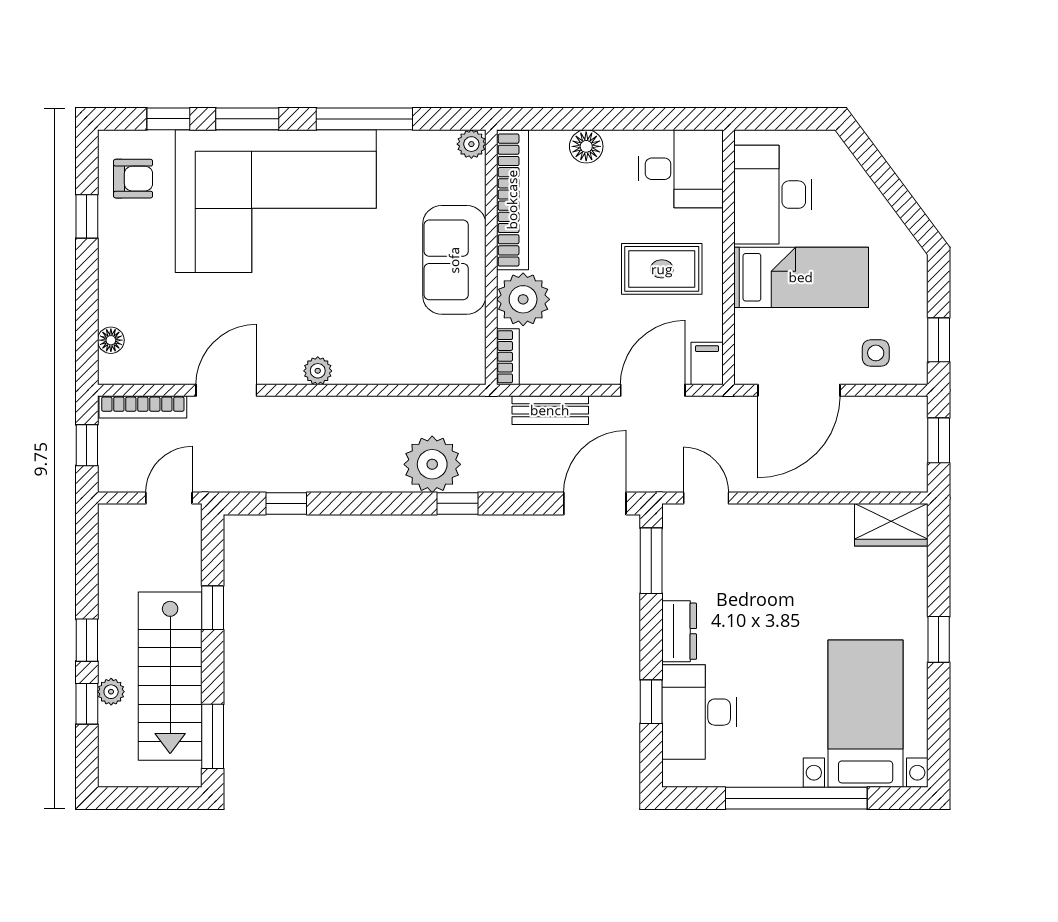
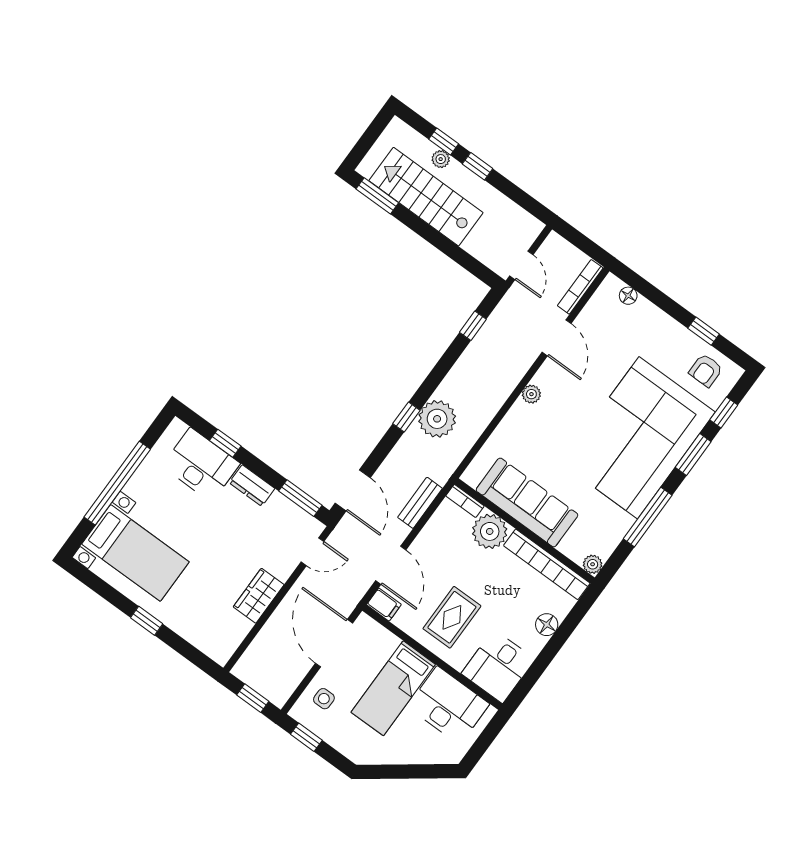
sofa: (454, 260) -> (527, 502), width x1.36
window: (87, 445) -> (582, 242), removed
wardrobe: (891, 525) -> (259, 596), moved
window: (213, 608) -> (446, 246), removed

